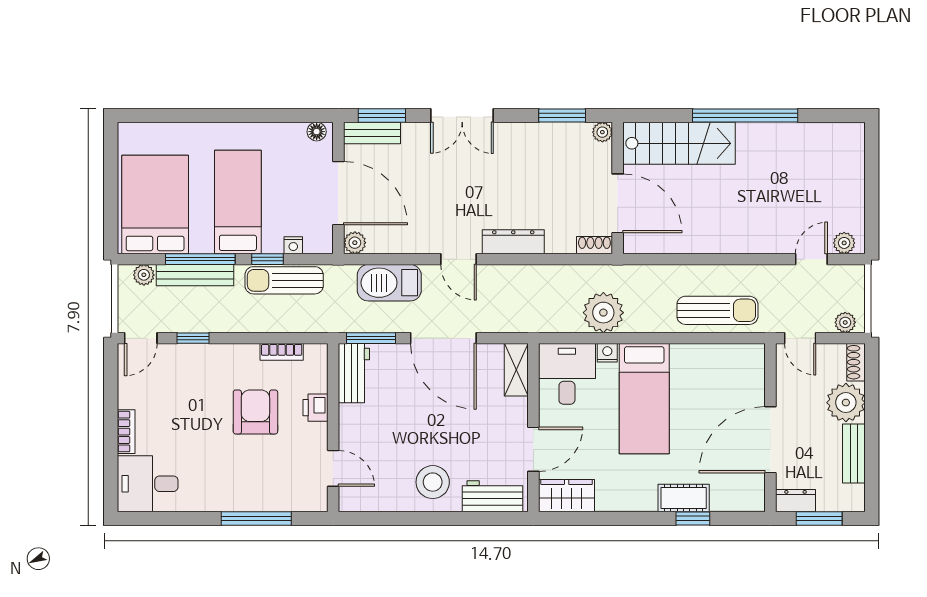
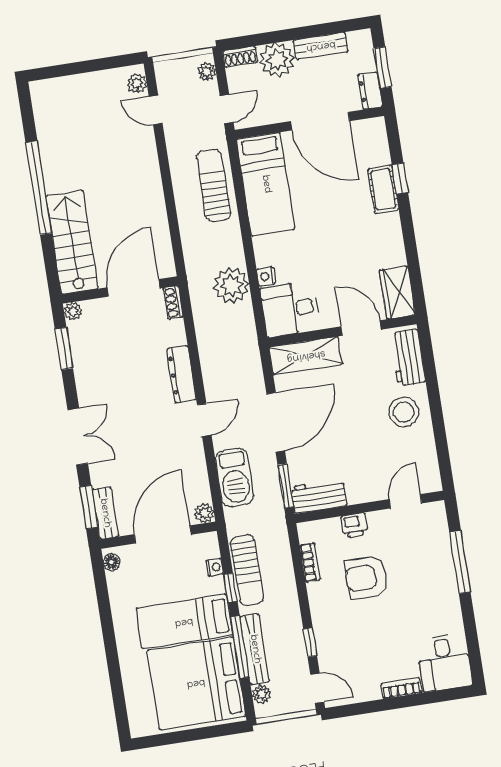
bed: (155, 204) -> (196, 683), width x1.36
shelving: (516, 370) -> (306, 356), width x1.50, depth x1.33
bed: (644, 399) -> (266, 184), moved, turned 90

